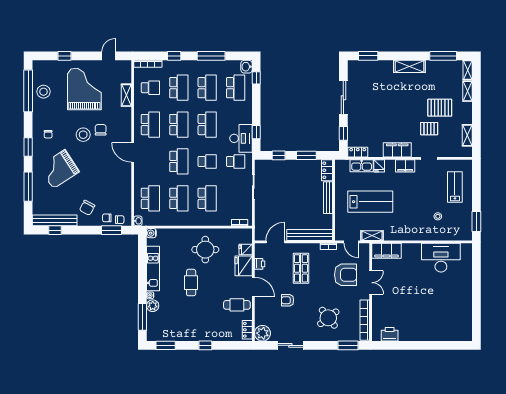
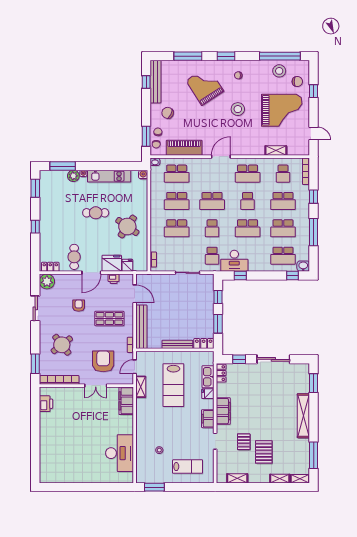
shelving: (409, 66) -> (303, 416), width x1.47
school desk: (179, 125) -> (248, 201), width x0.54
chair: (101, 130) -> (297, 82), moved
piano: (123, 190) -> (184, 148), added
round table: (205, 250) -> (127, 226), turned 35
armchair: (346, 275) -> (103, 361), turned 180

